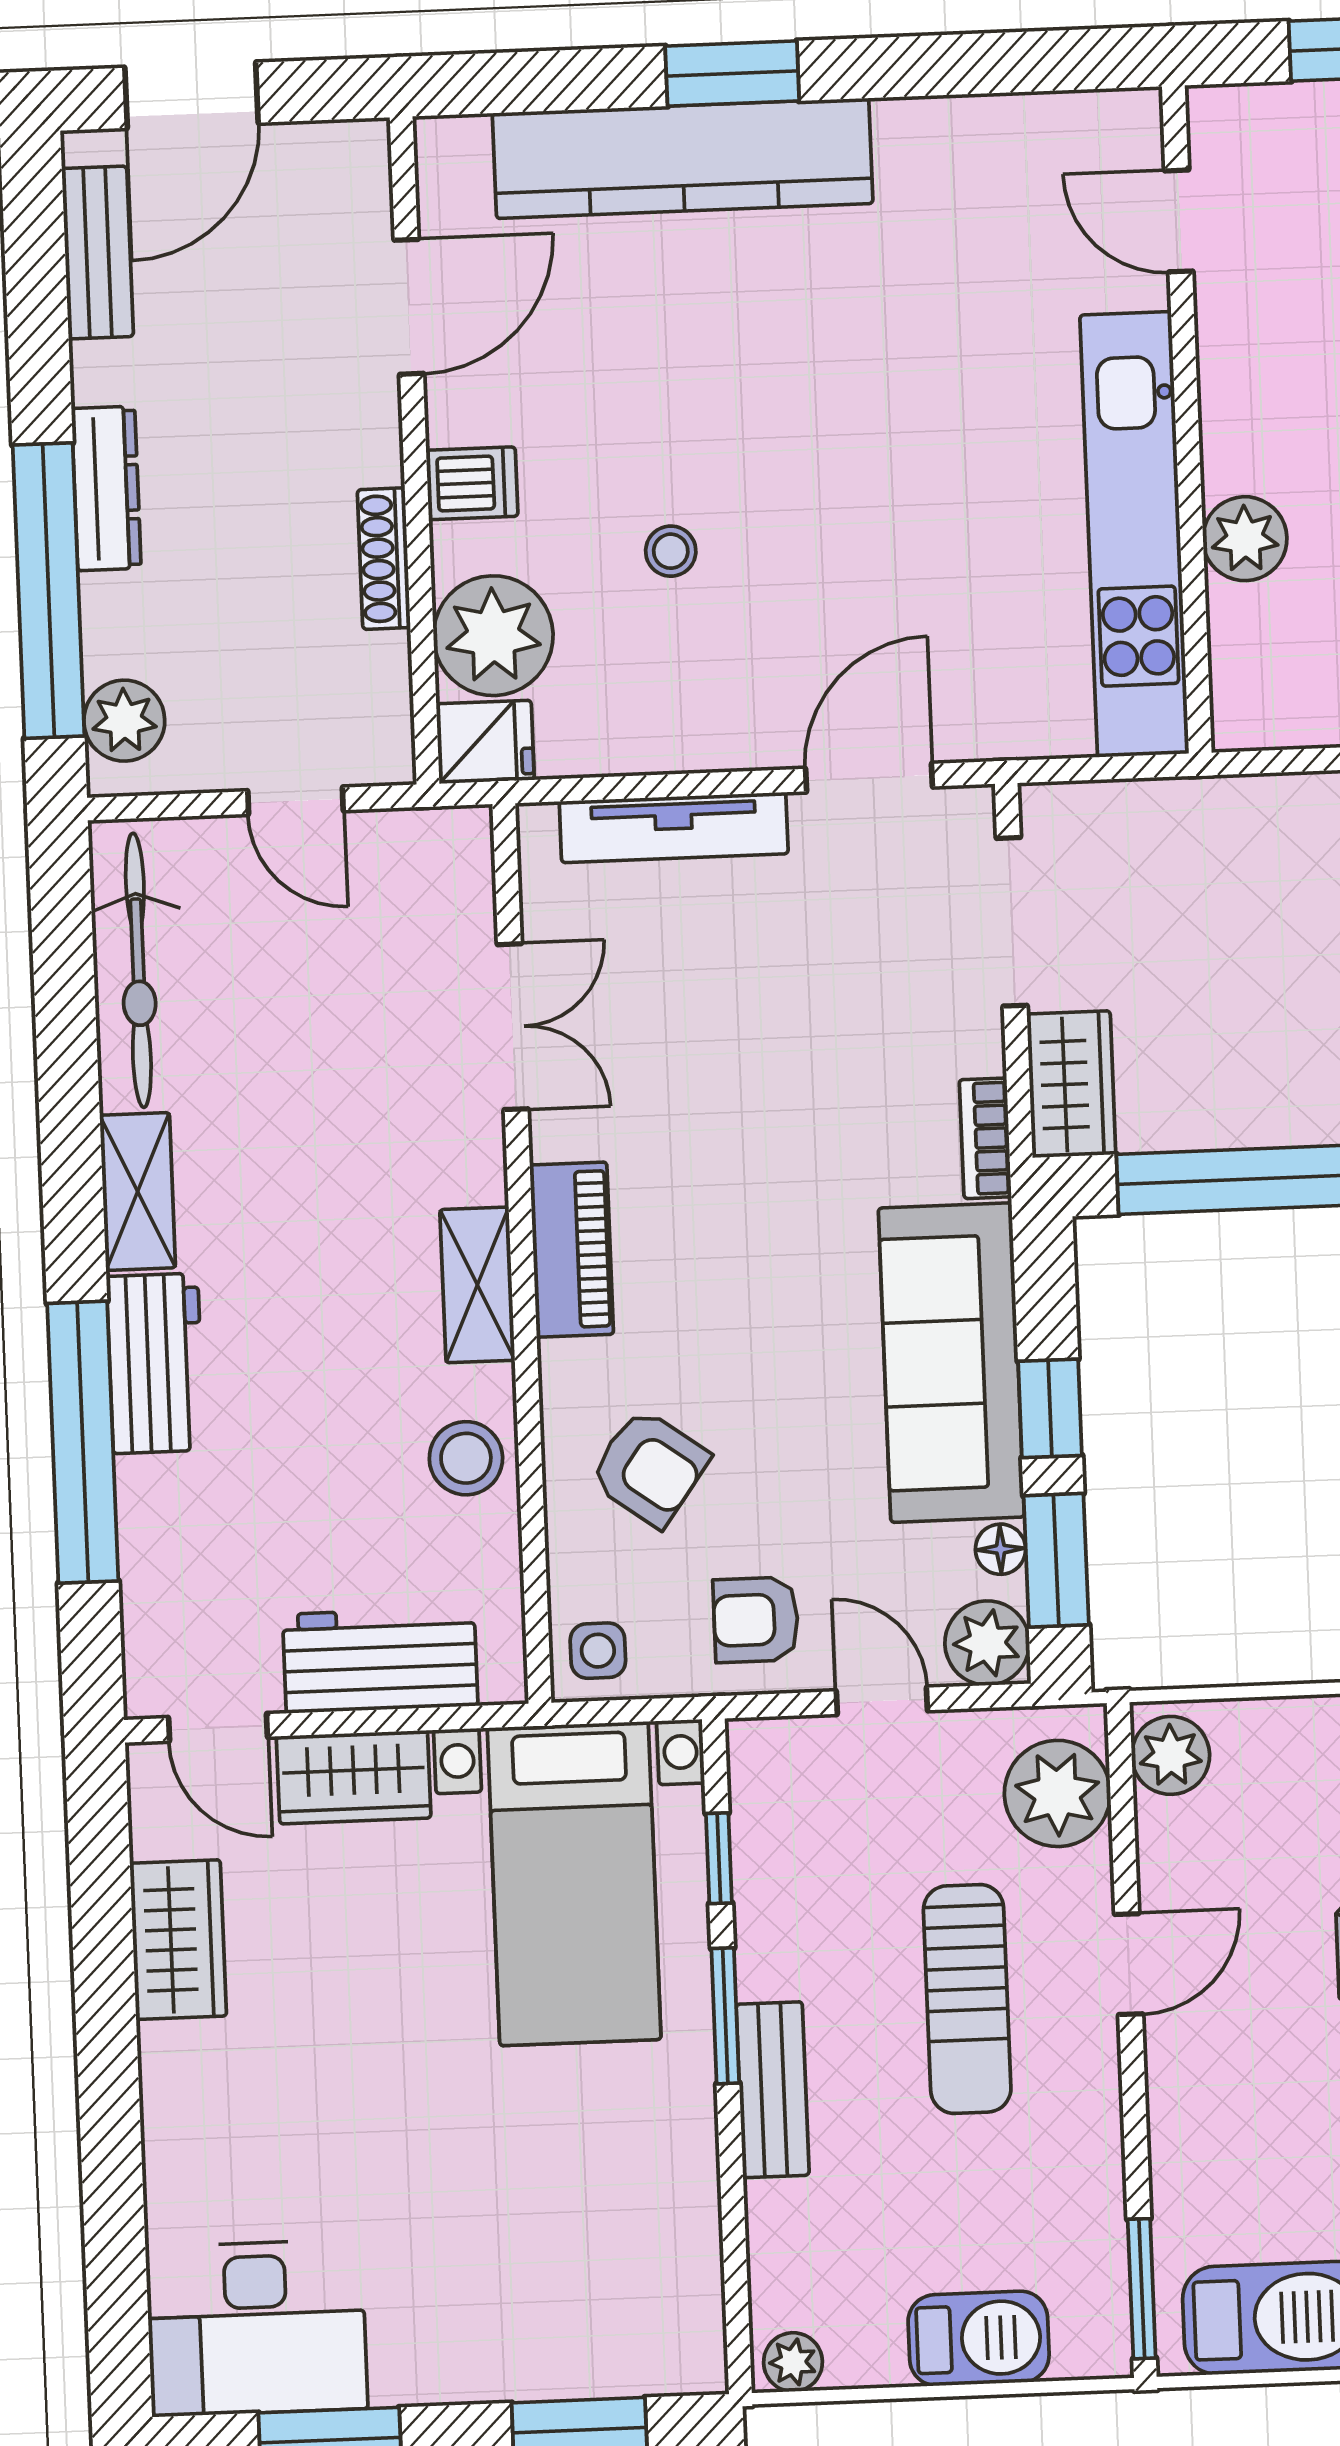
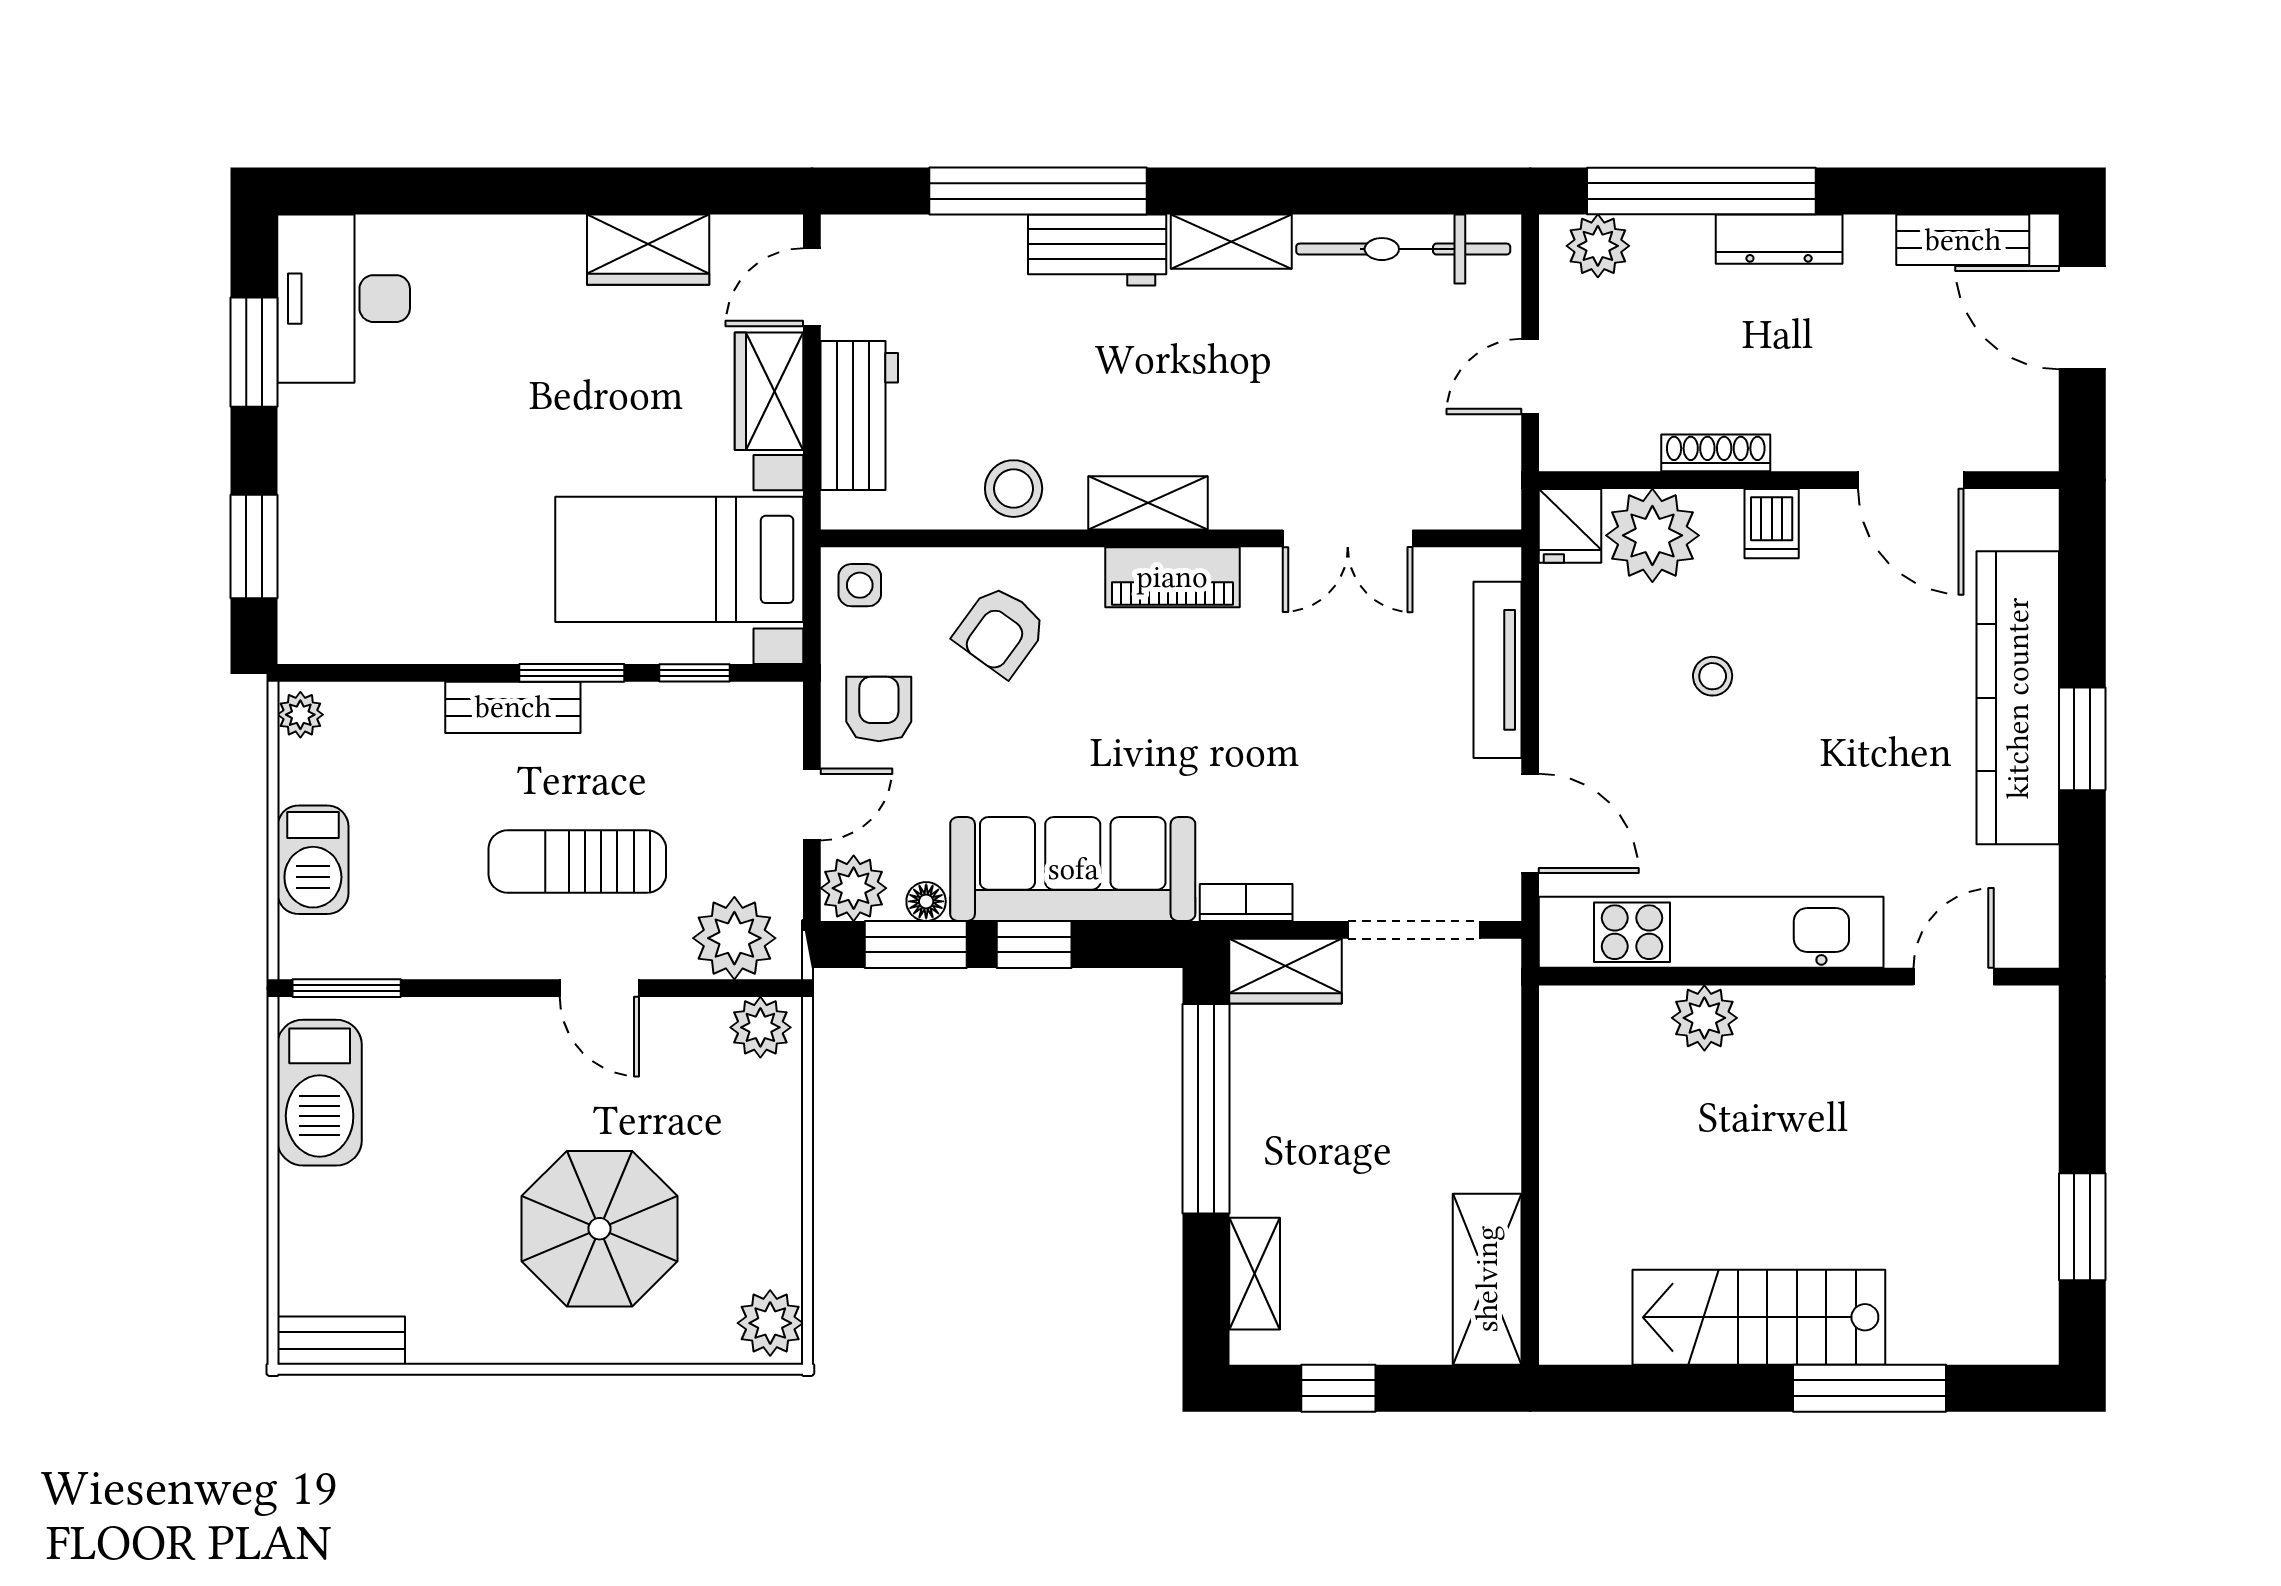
door: (1179, 221) -> (1954, 977), moved
wall: (1187, 419) -> (1799, 977), moved
kitchen unit: (1134, 534) -> (1711, 932), moved
plant: (1245, 539) -> (1704, 1018), moved

